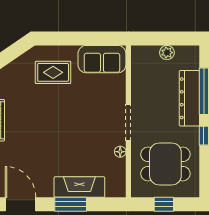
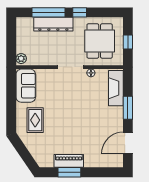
plant: (167, 53) -> (21, 59), moved
fireplace: (79, 187) -> (116, 88), moved

